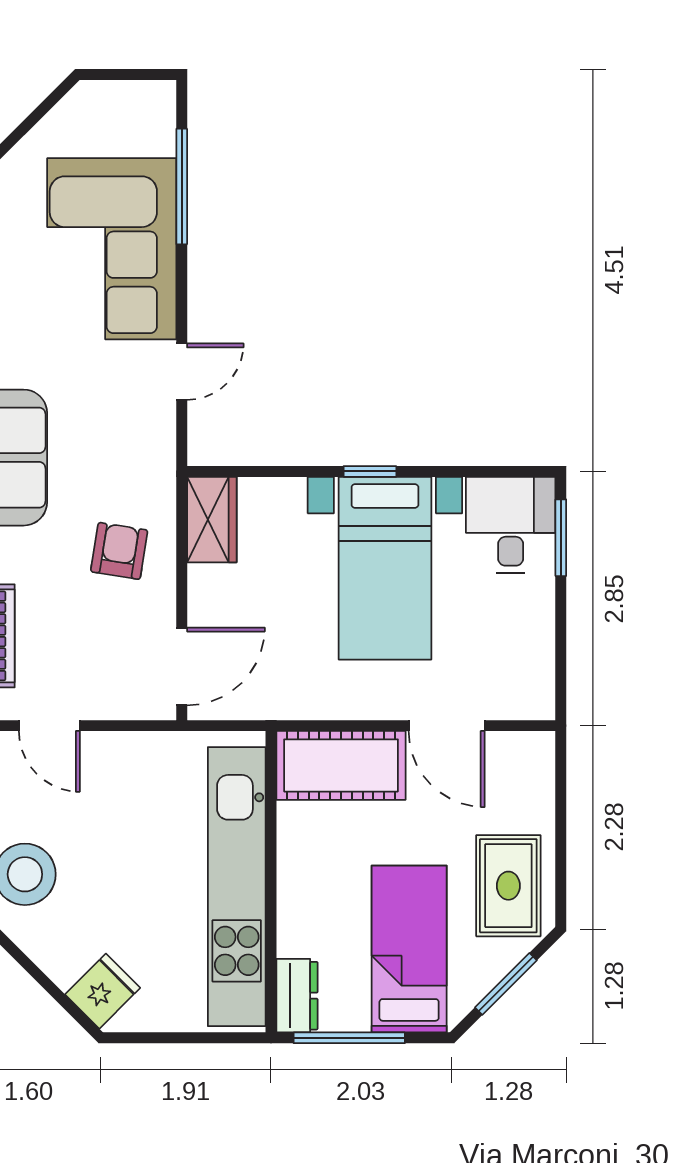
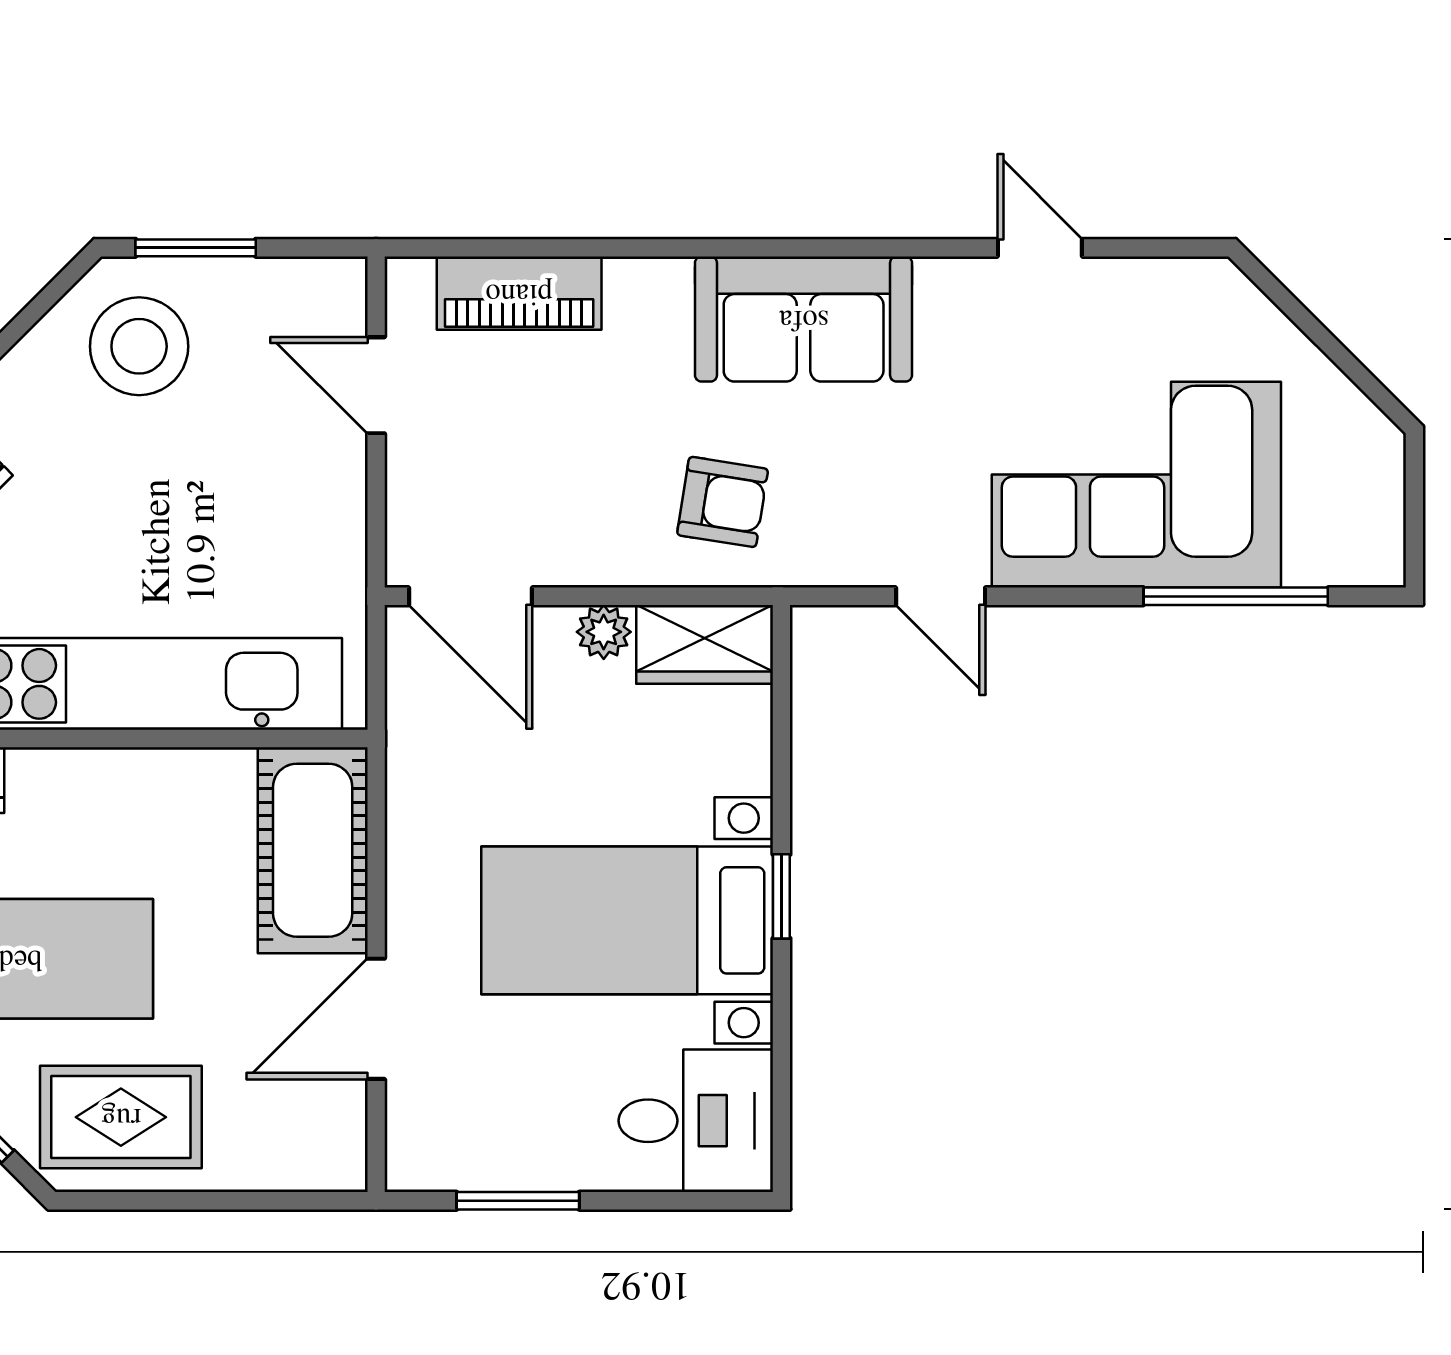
window: (561, 538) -> (518, 1201), moved
armchair: (119, 551) -> (723, 502), moved
plant: (204, 583) -> (604, 632), added
door: (49, 726) -> (376, 385), hinge flipped

